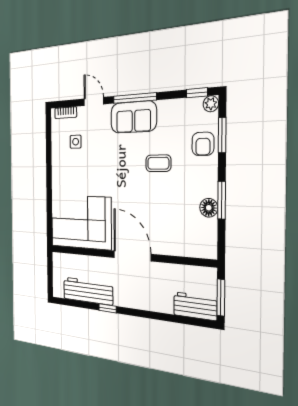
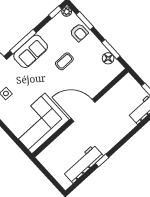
corner sofa: (81, 222) -> (38, 123), moved
wall: (127, 255) -> (80, 113), moved
door: (132, 256) -> (83, 110), moved

